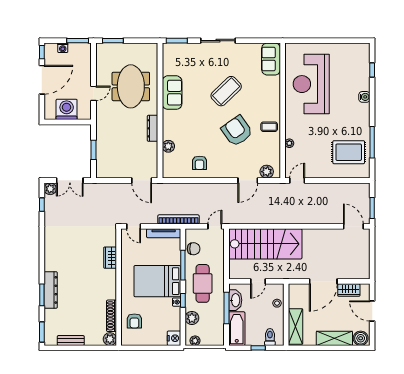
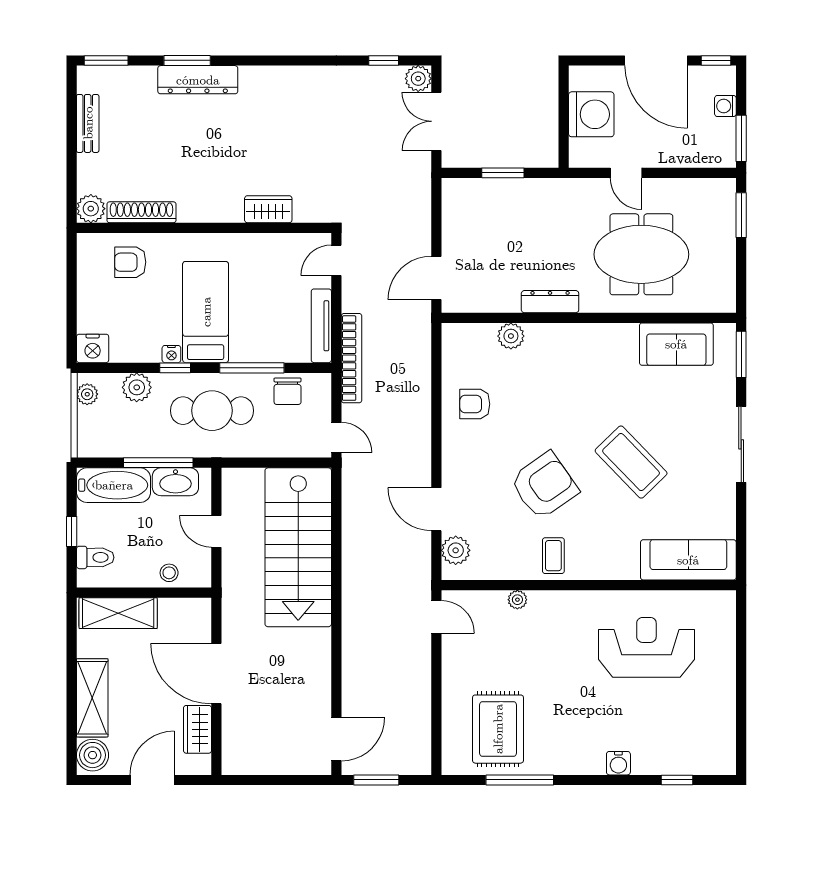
sofa: (271, 59) -> (688, 560), width x1.36
reception desk: (311, 84) -> (646, 647), width x0.74, depth x0.77
sofa: (172, 93) -> (676, 344), moved
bed: (157, 281) -> (206, 312), width x0.67

